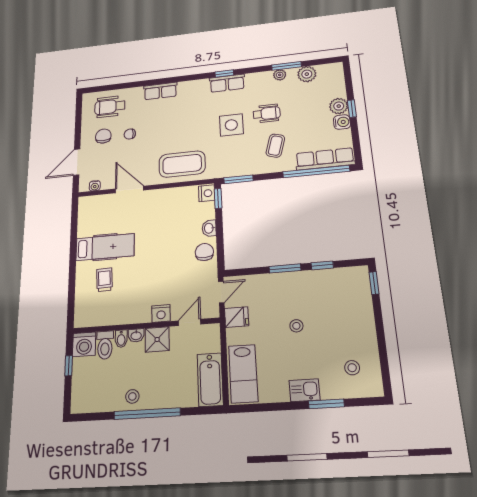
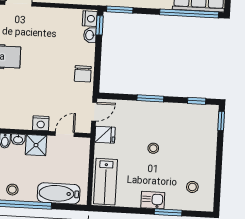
washbasin: (209, 228) -> (90, 35), moved
chair: (204, 252) -> (83, 74), turned 180
window: (322, 265) -> (197, 101), moved
bathtub: (210, 380) -> (59, 193), moved, turned 90

